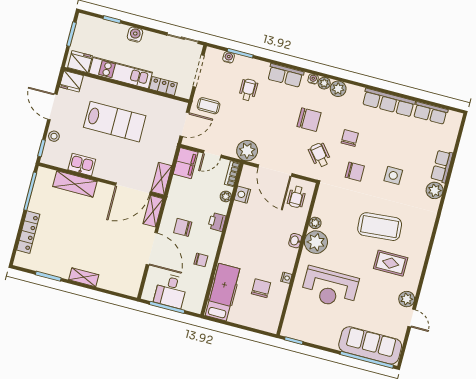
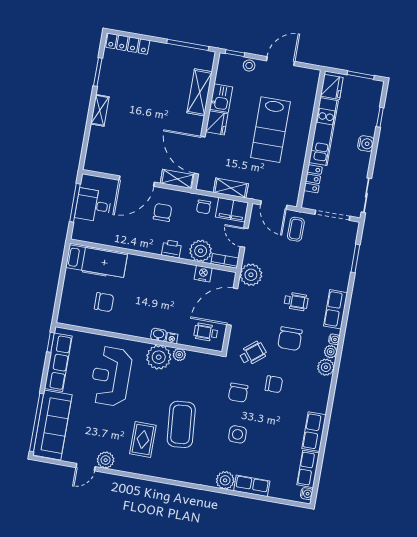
water cooler: (229, 57) -> (307, 494), moved
fridge: (71, 81) -> (217, 123), moved, turned 180
wheelchair: (248, 90) -> (296, 301), moved
row of seats: (389, 102) -> (314, 432), width x0.68
shelving: (161, 179) -> (231, 188), moved
plant: (226, 196) -> (201, 251), width x1.87, depth x1.87
locker: (28, 232) -> (128, 44), moved
chair: (201, 260) -> (204, 207), moved
nightstand: (286, 278) -> (172, 338), moved
row of seats: (313, 335) -> (58, 362), added

